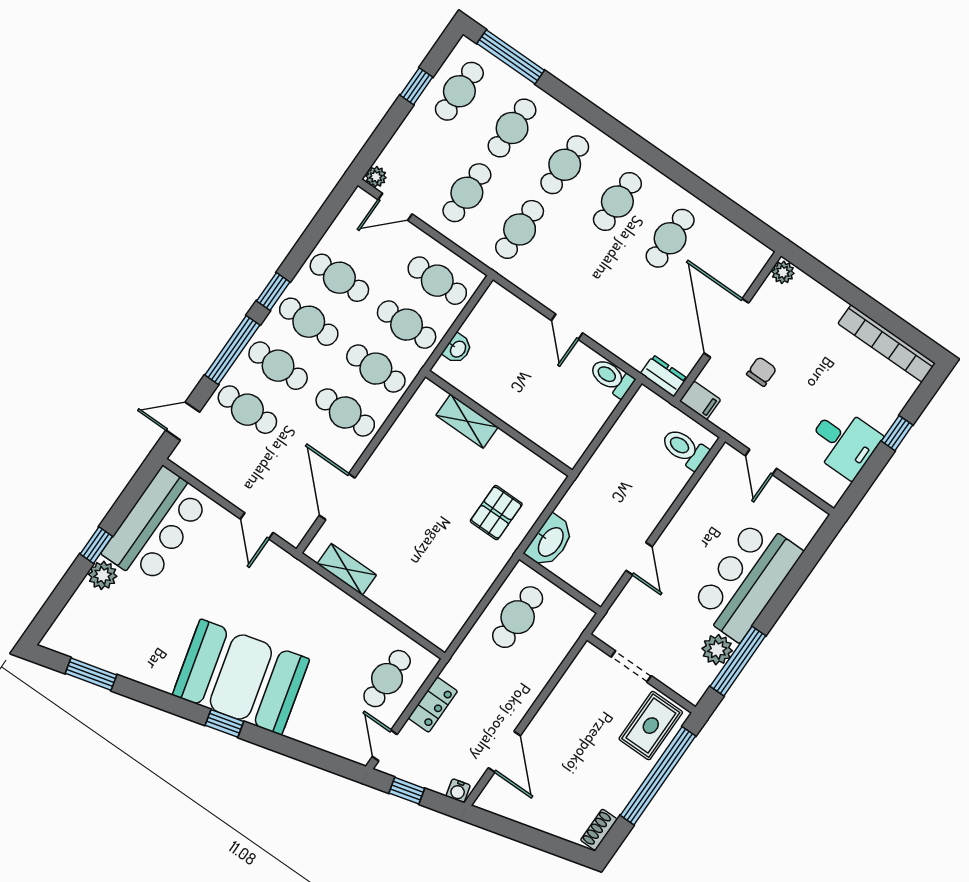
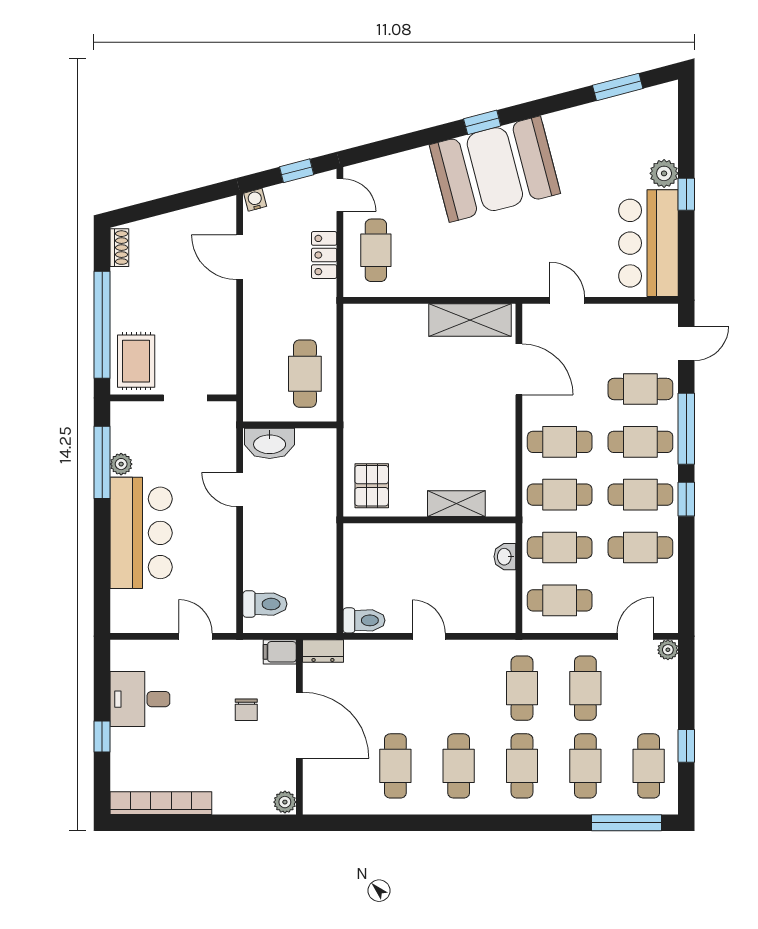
pallet: (496, 513) -> (372, 486), moved
washbasin: (550, 541) -> (270, 443), moved, turned -90
shelving: (347, 569) -> (470, 320), width x1.50, depth x1.33
plant: (717, 650) -> (121, 464), width x0.73, depth x0.73

